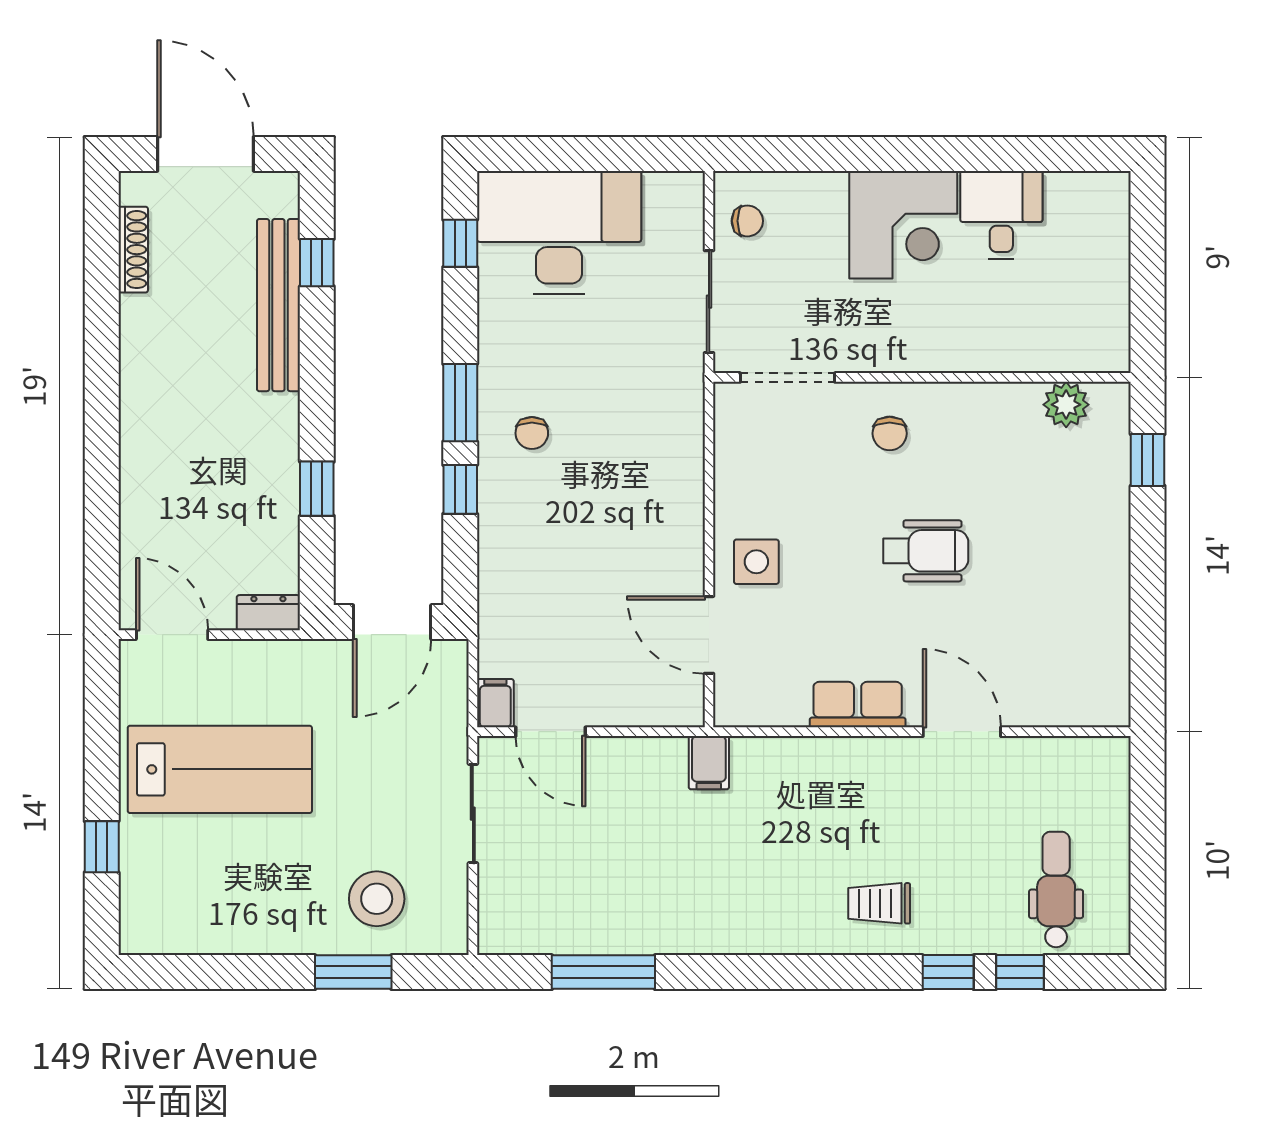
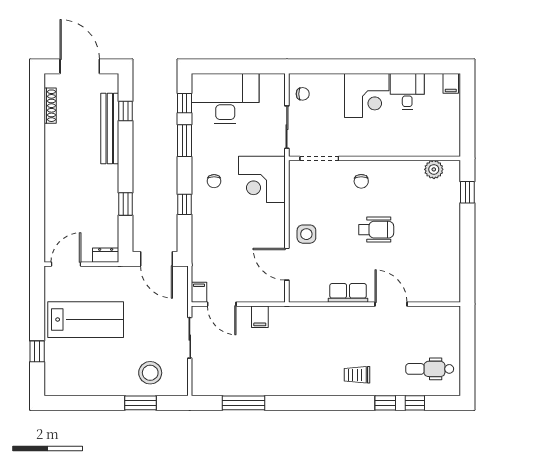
filing cabinet: (1107, 195) -> (451, 83), added
window: (460, 403) -> (185, 141), moved
corner desk: (648, 429) -> (262, 179), added
door: (392, 622) -> (157, 259), hinge flipped
door: (172, 635) -> (66, 264), hinge flipped
filing cabinet: (709, 763) -> (260, 317), moved
dental chair: (1056, 889) -> (430, 369), turned -90

